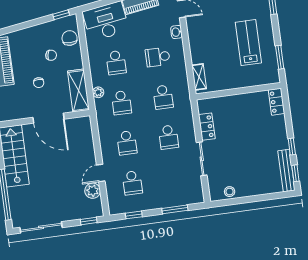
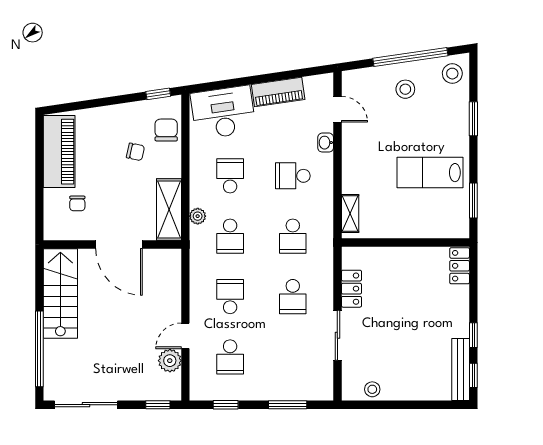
lab bench: (248, 43) -> (430, 173), turned -90
school desk: (116, 63) -> (230, 176), turned 180
chair: (39, 83) -> (77, 203), moved
school desk: (127, 143) -> (230, 297), turned 180

